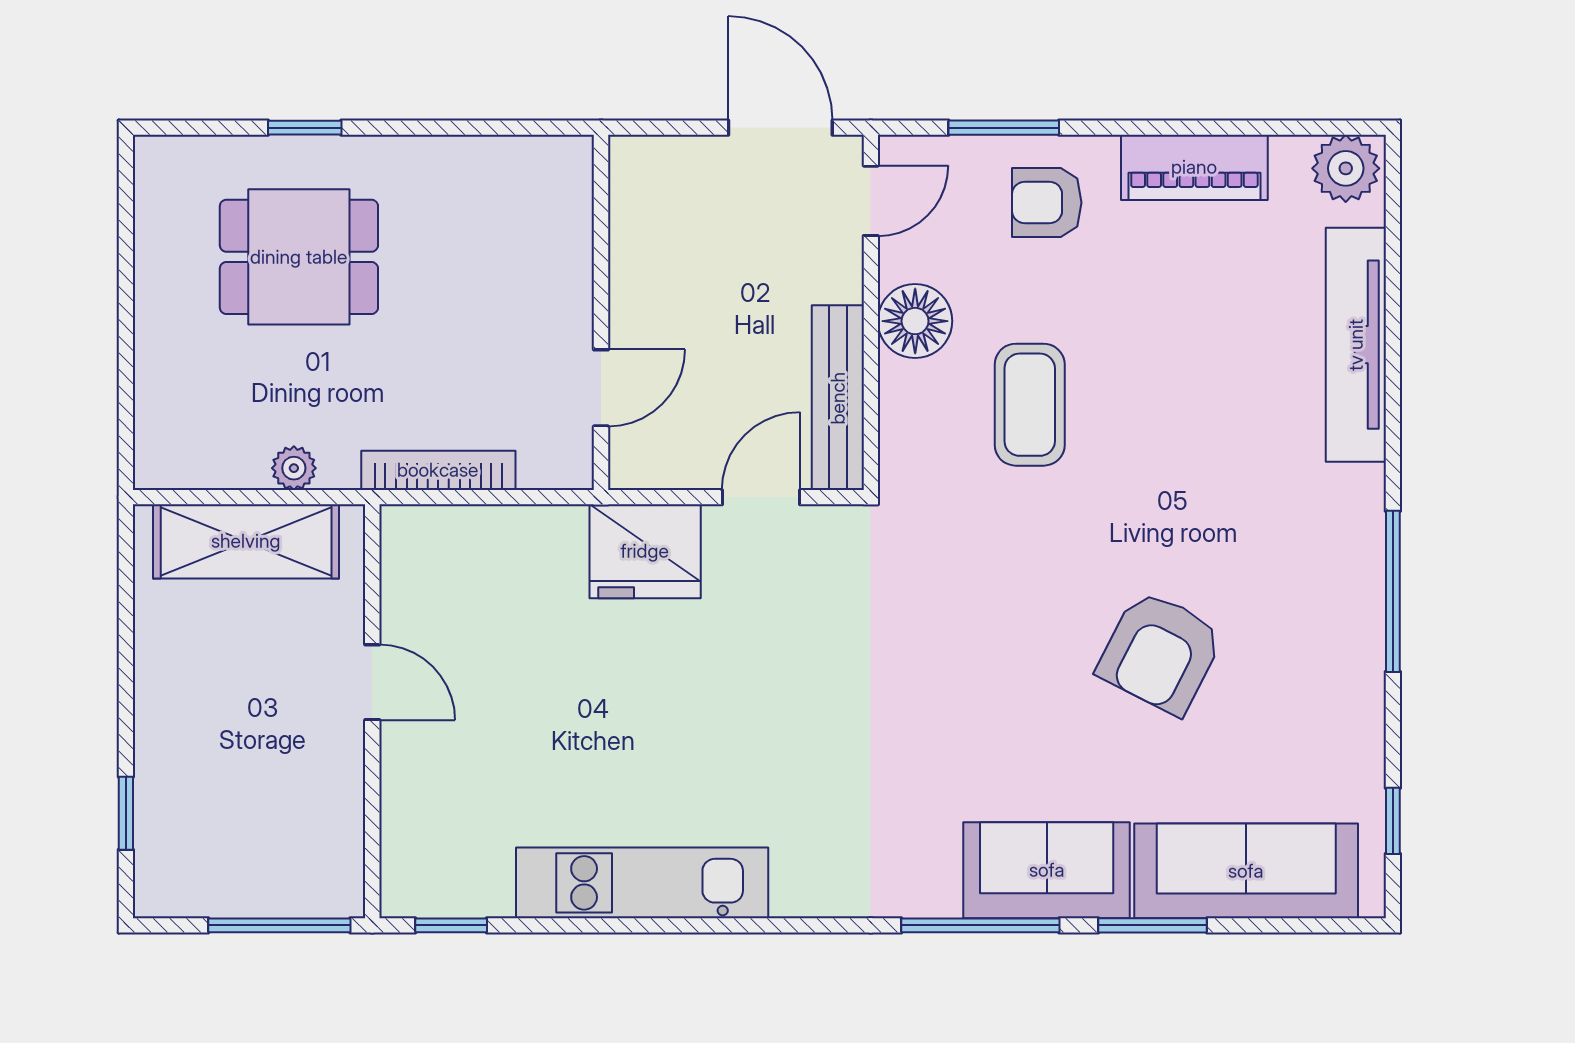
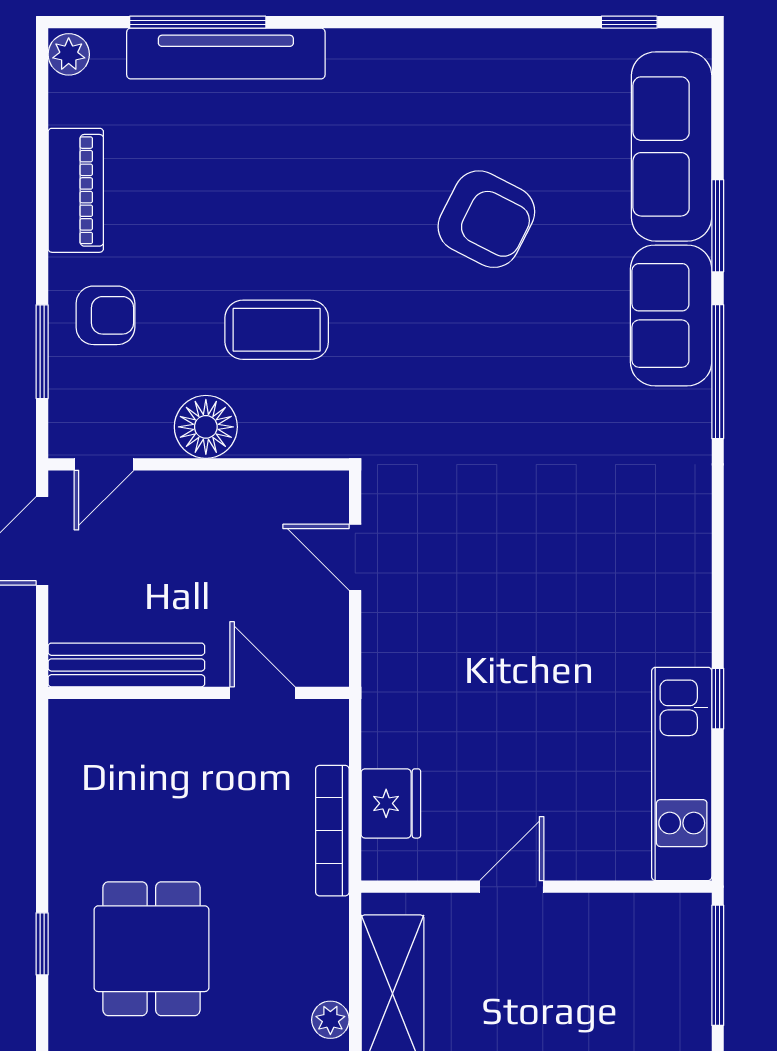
plant: (1346, 168) -> (69, 54), width x0.73, depth x0.73
door: (871, 201) -> (104, 464), swing flipped
armchair: (1047, 203) -> (105, 315), turned -90
bench: (838, 398) -> (126, 665), moved
plant: (294, 468) -> (330, 1020), moved
fridge: (645, 551) -> (391, 803), moved, width x0.73, depth x0.75
window: (1393, 591) -> (198, 22), moved
kitchen unit: (642, 883) -> (682, 774), moved
window: (451, 925) -> (718, 699), moved

